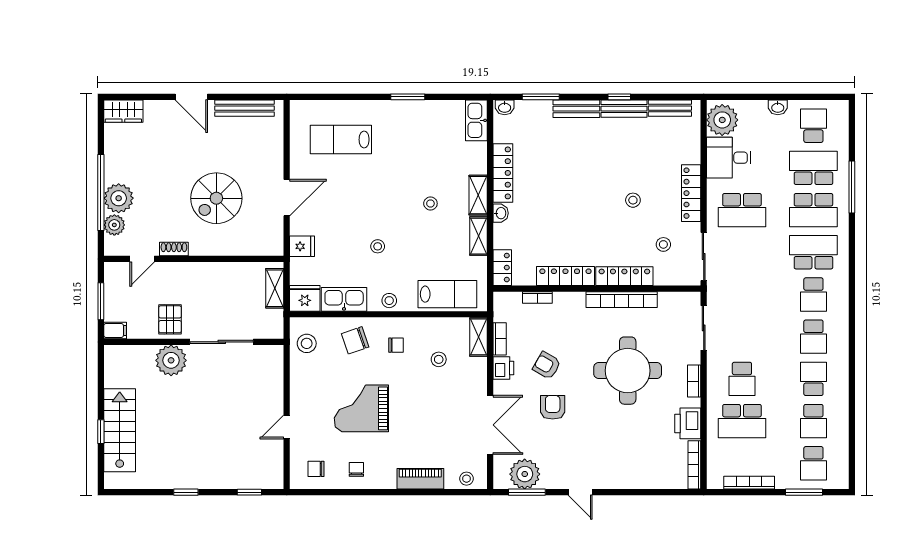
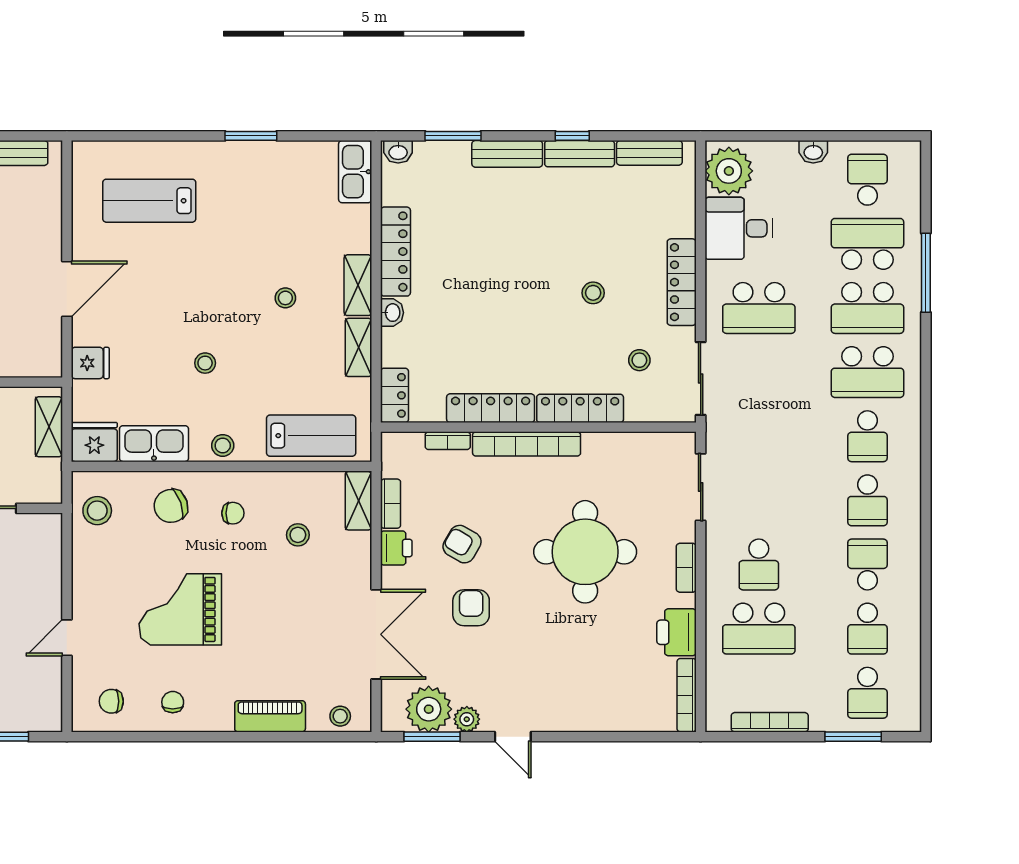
school desk: (813, 252) -> (867, 372), turned 180
bookcase: (622, 300) -> (527, 444), moved
plant: (550, 481) -> (467, 719), added

